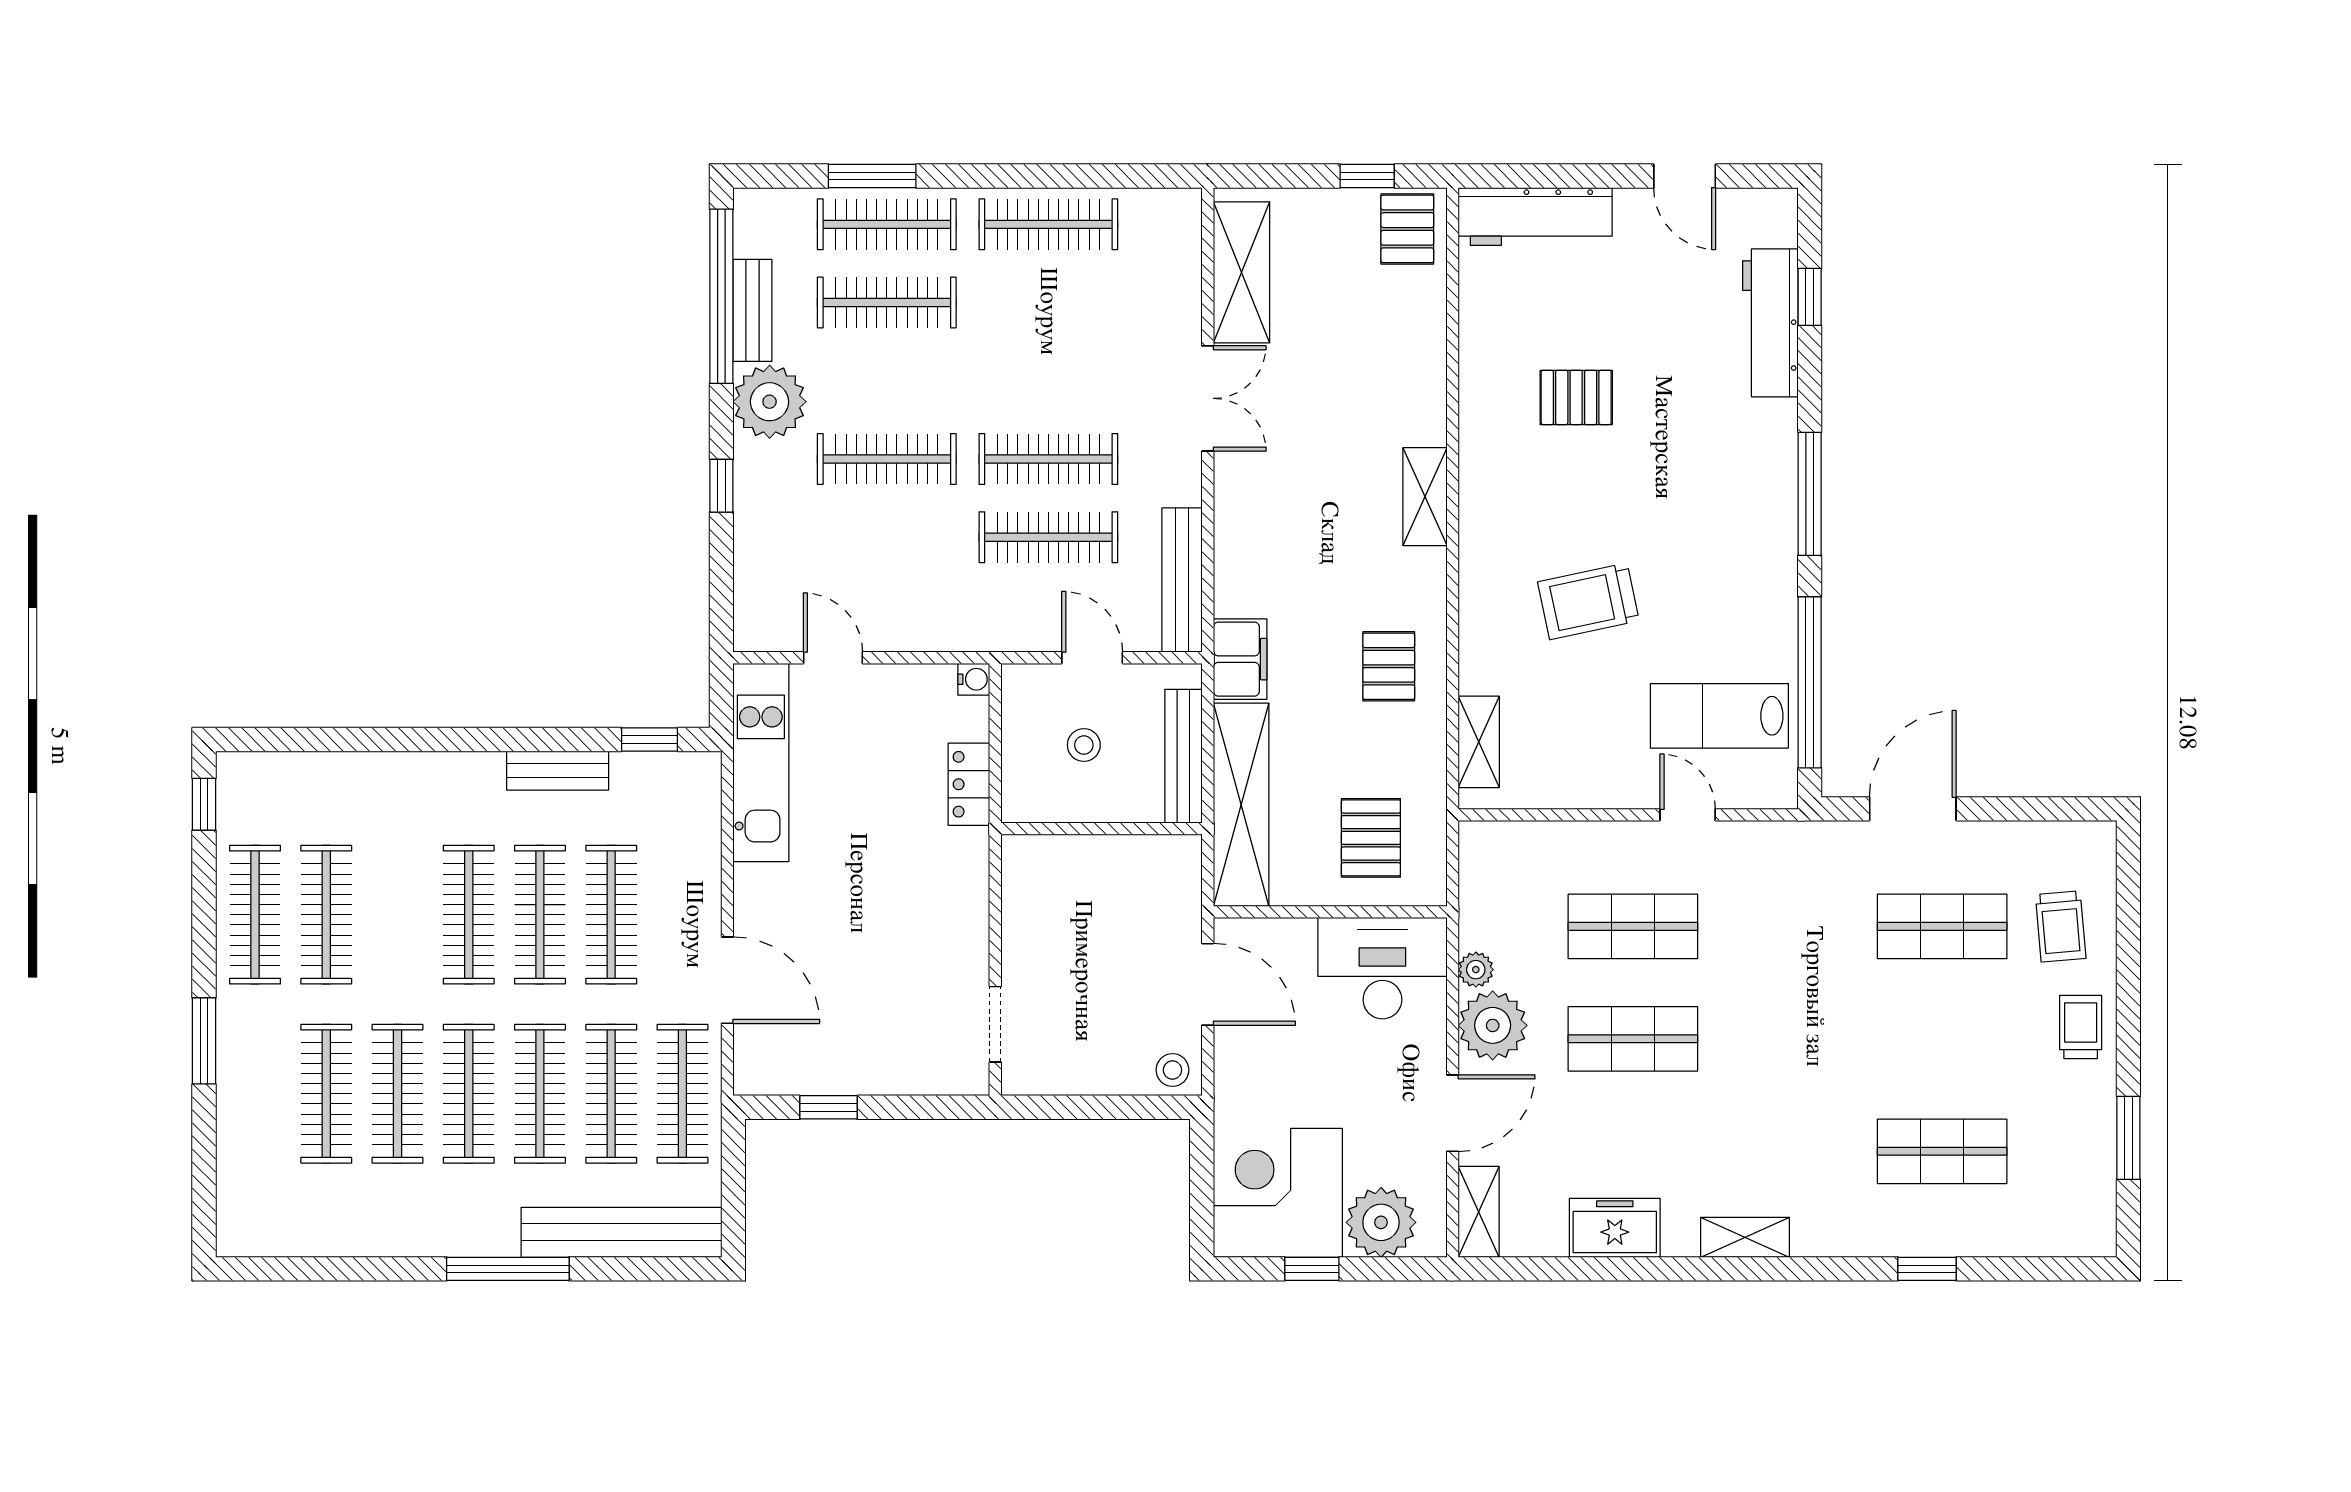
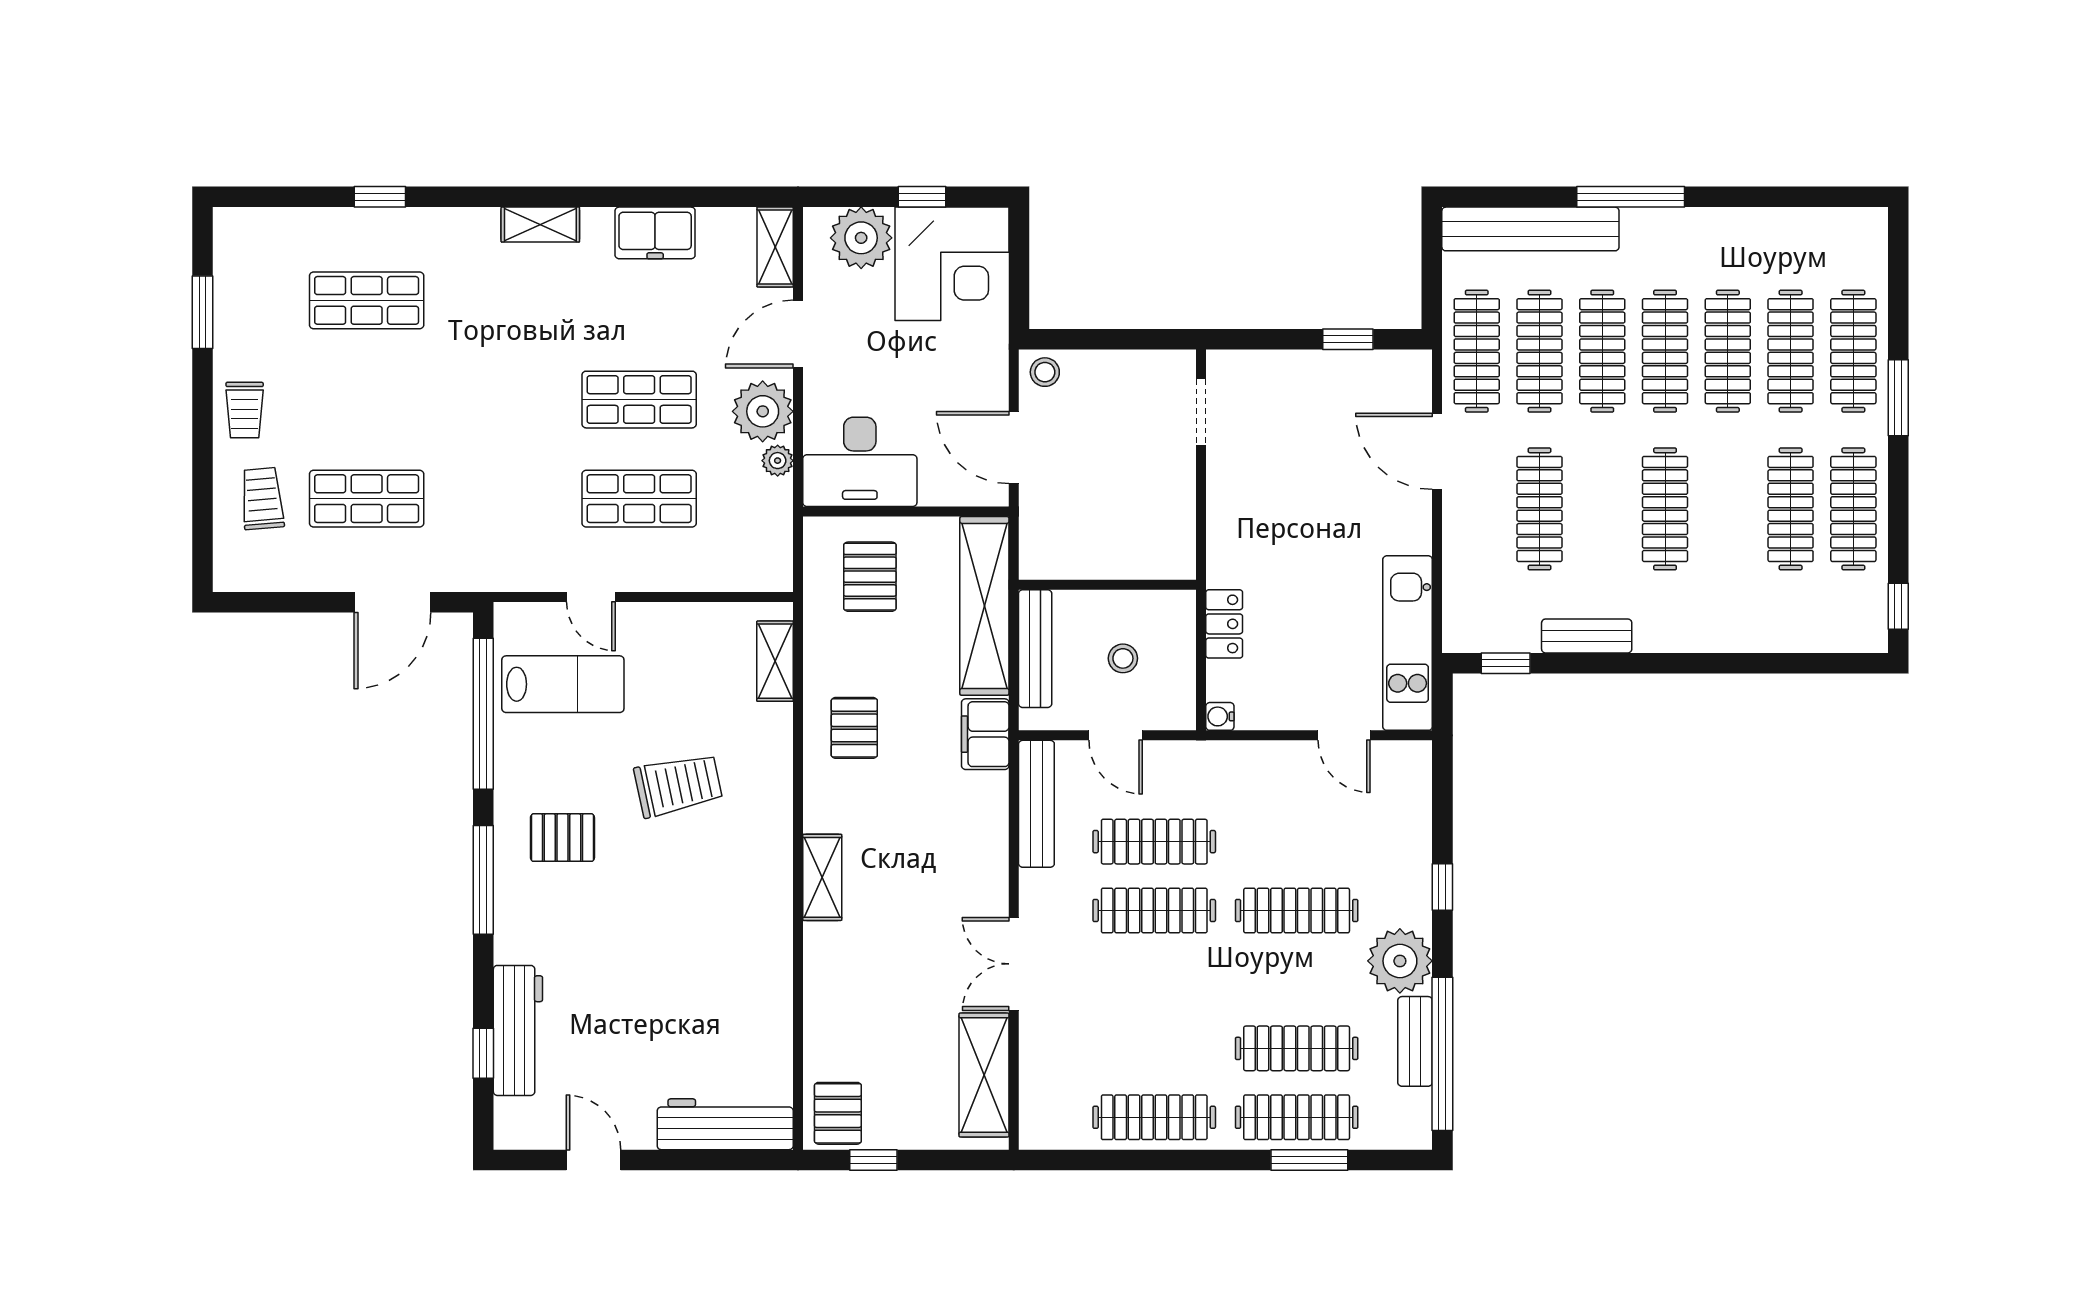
pallet: (1576, 397) -> (562, 838), moved
clothes rail: (540, 915) -> (1853, 351), moved

